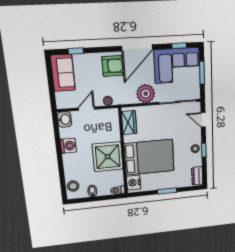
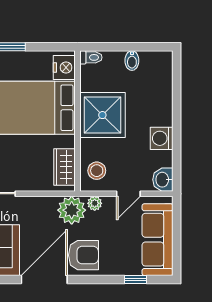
armchair: (112, 66) -> (84, 255), turned 180
sofa: (63, 73) -> (157, 240), width x1.36
plant: (146, 94) -> (72, 210), moved
stool: (73, 186) -> (97, 171), moved

